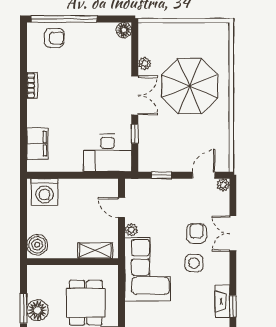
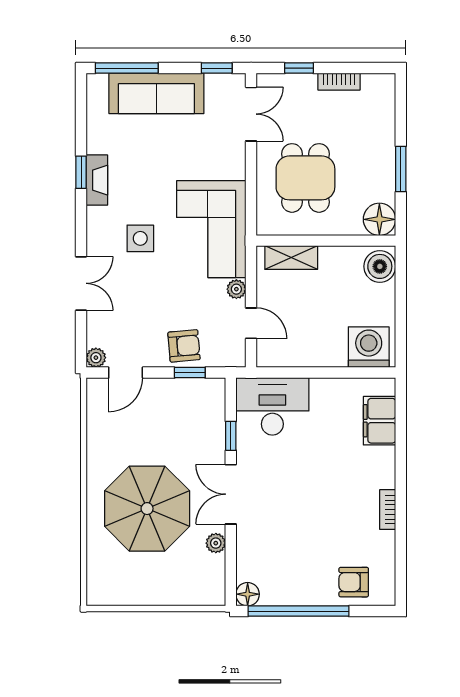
window: (64, 19) -> (298, 611), moved
armchair: (196, 233) -> (184, 346), moved, turned -95
floor lamp: (37, 310) -> (379, 219), moved

